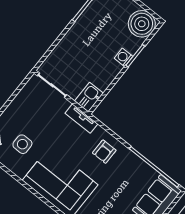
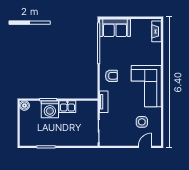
boiler: (142, 24) -> (24, 106), width x0.54, depth x0.54
washing machine: (123, 57) -> (50, 109), width x1.89, depth x1.89
kitchen sink: (89, 97) -> (67, 107), moved

